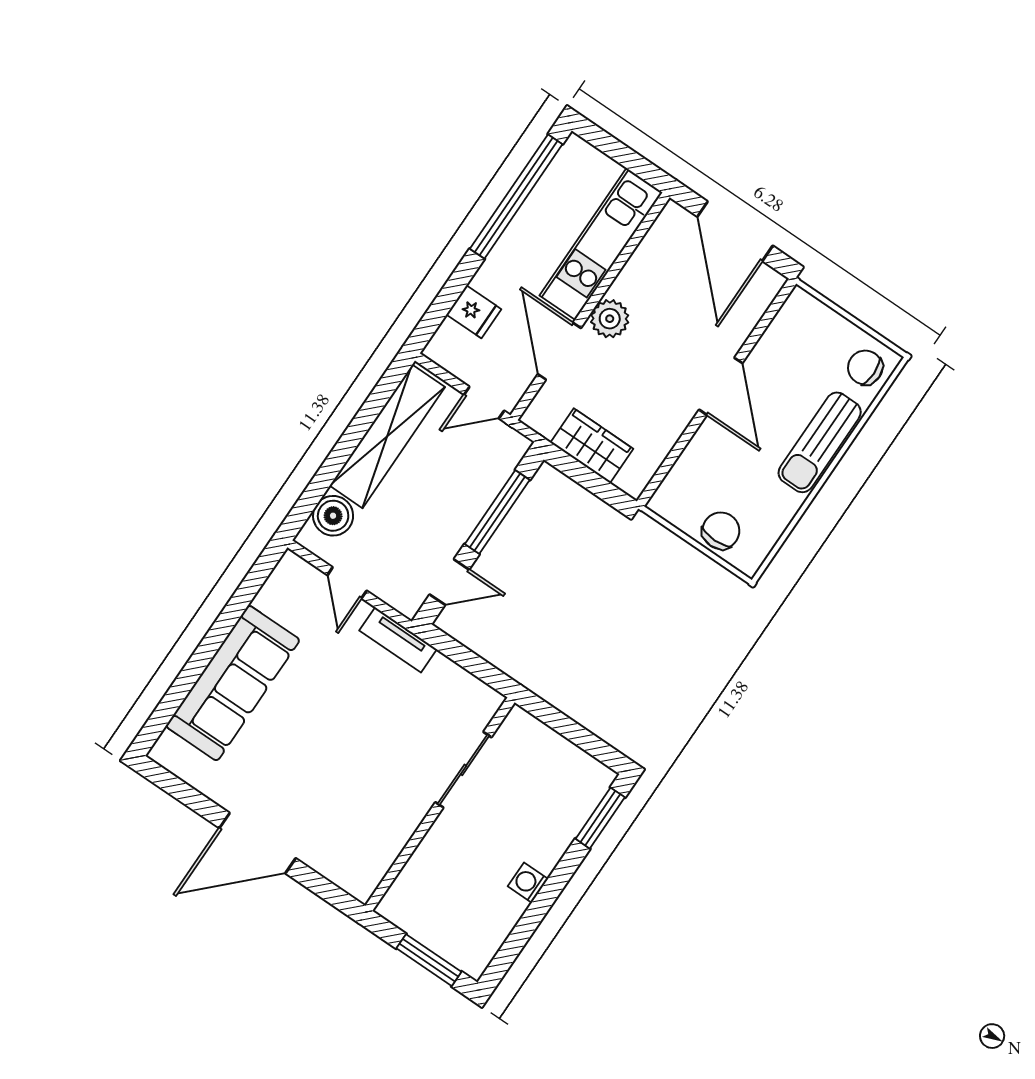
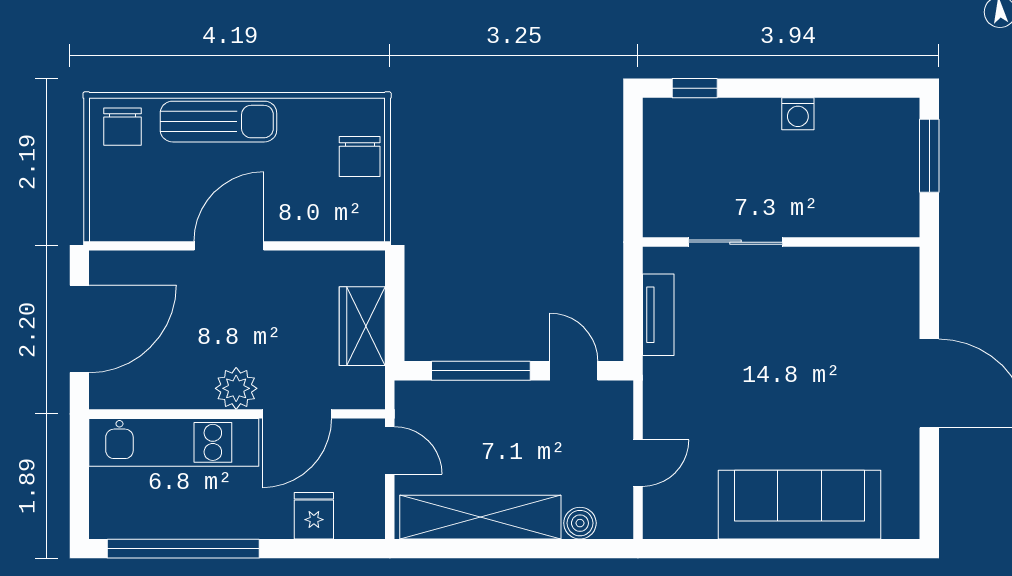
boiler: (333, 516) -> (580, 523), width x0.73, depth x0.73
chair: (721, 531) -> (360, 156), turned -90
tv unit: (398, 640) -> (658, 315), moved
window: (600, 818) -> (695, 88), width x0.67

